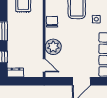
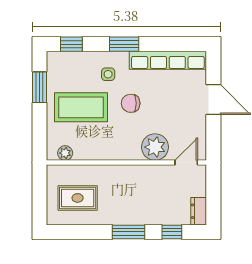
chair: (52, 22) -> (131, 103), moved

